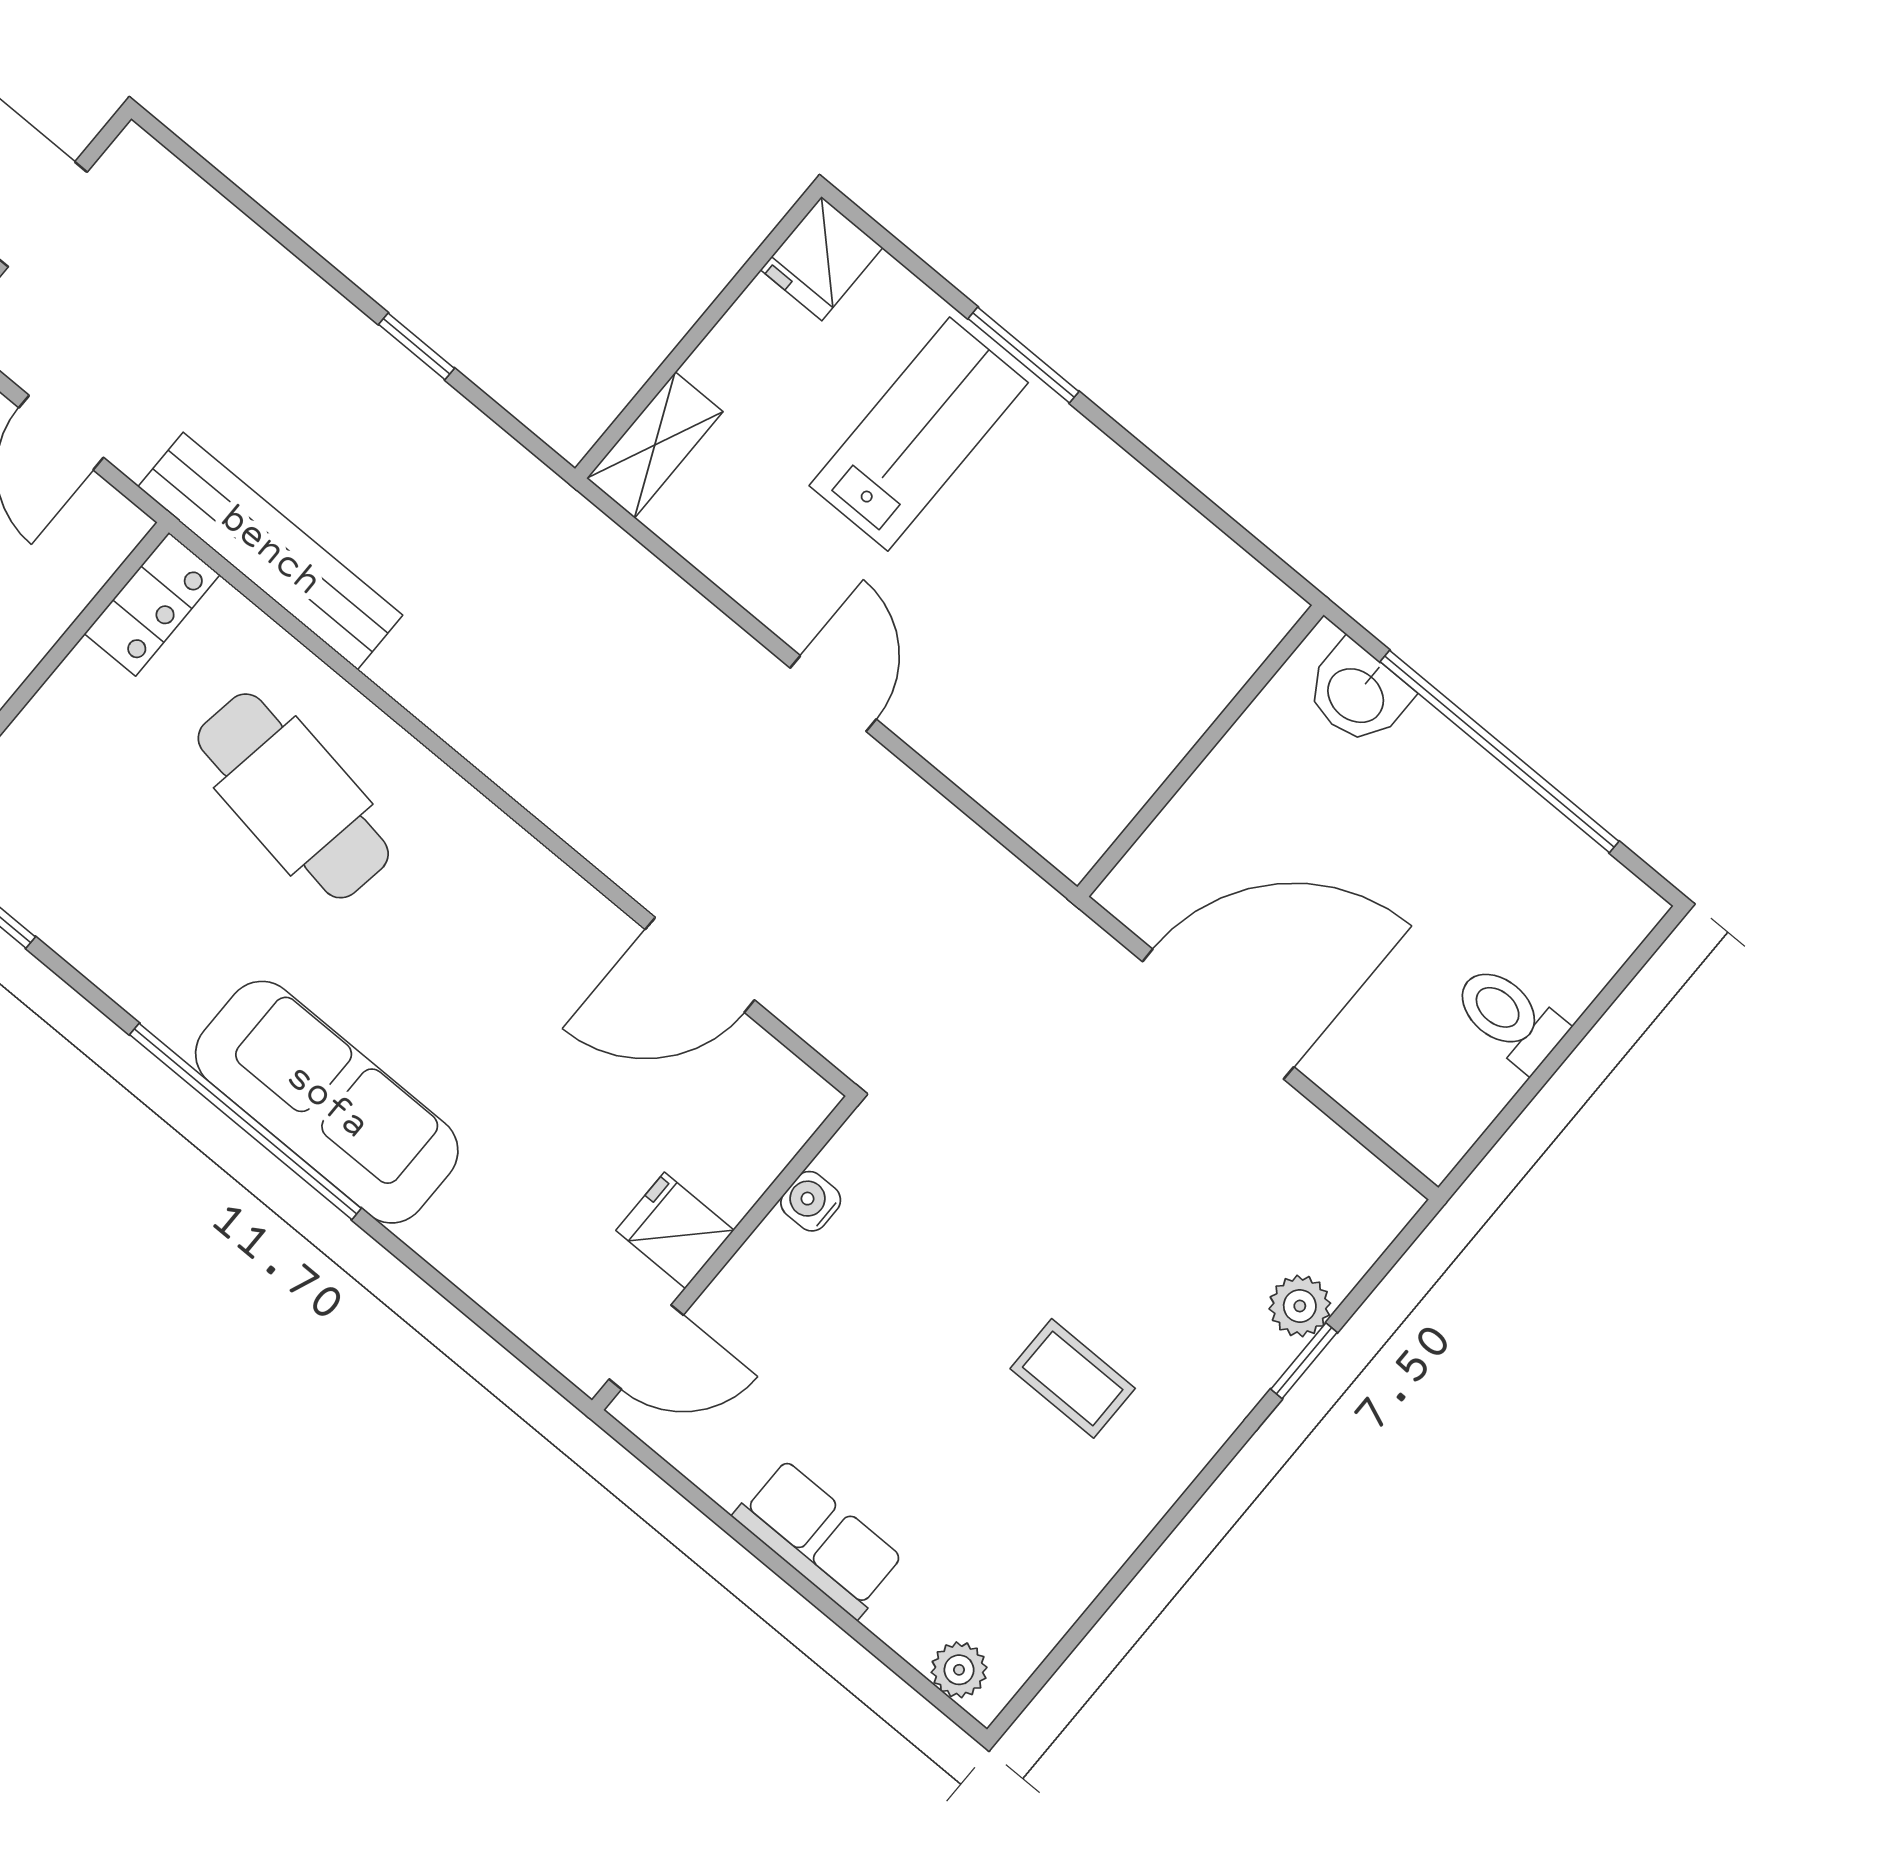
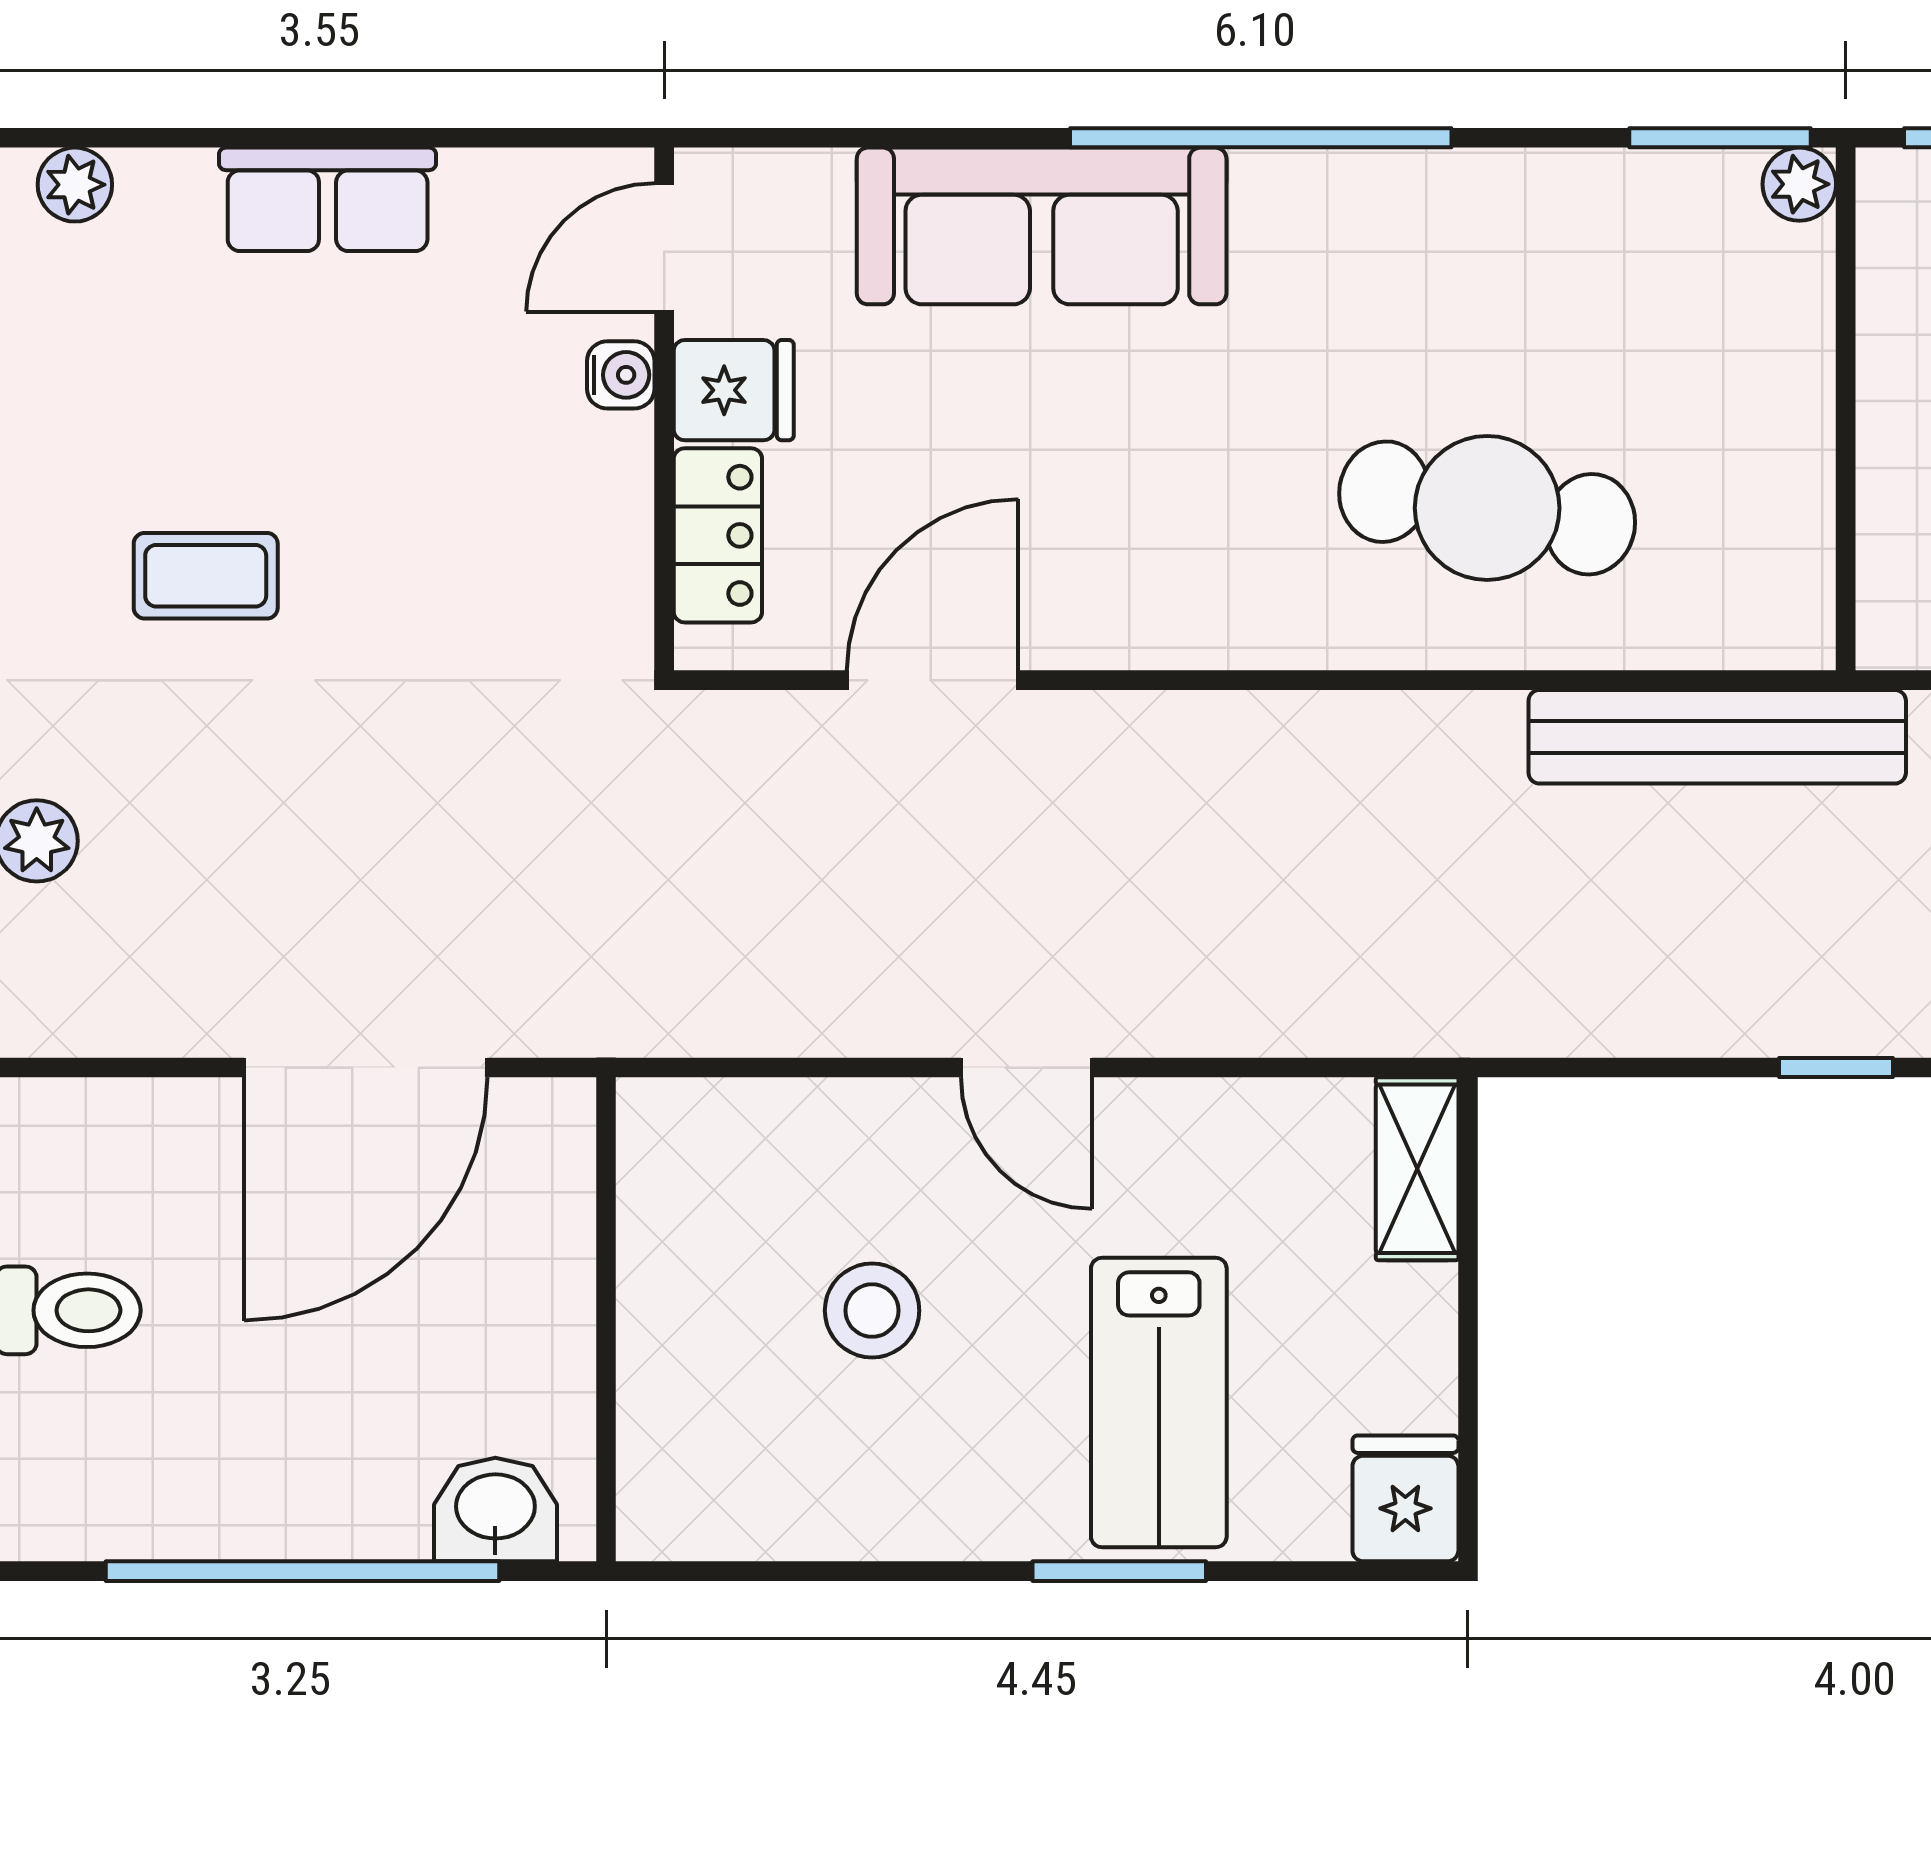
window: (416, 346) -> (1836, 1068), moved
locker: (152, 604) -> (718, 535), moved, turned 180
stool: (1041, 627) -> (872, 1311), added
sofa: (327, 1102) -> (1042, 226), moved
water cooler: (811, 1201) -> (621, 375), moved

